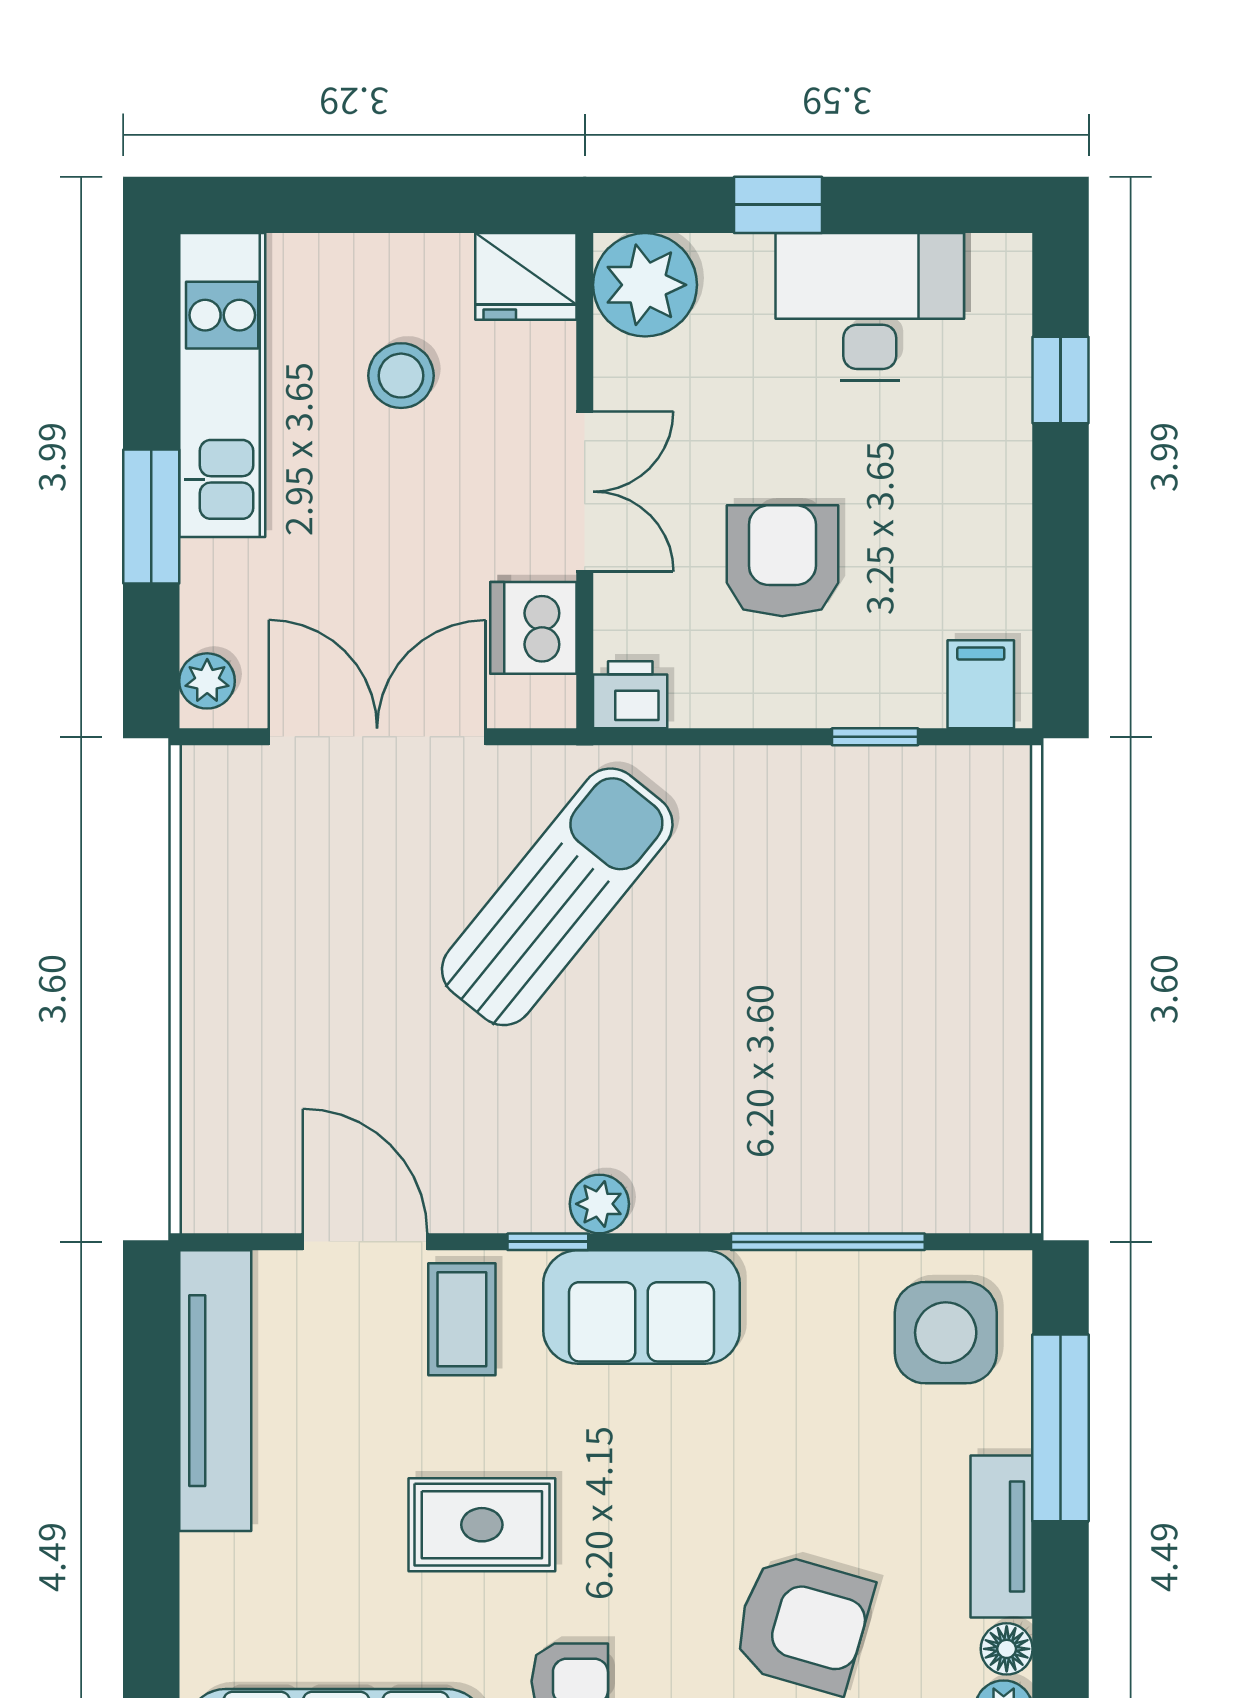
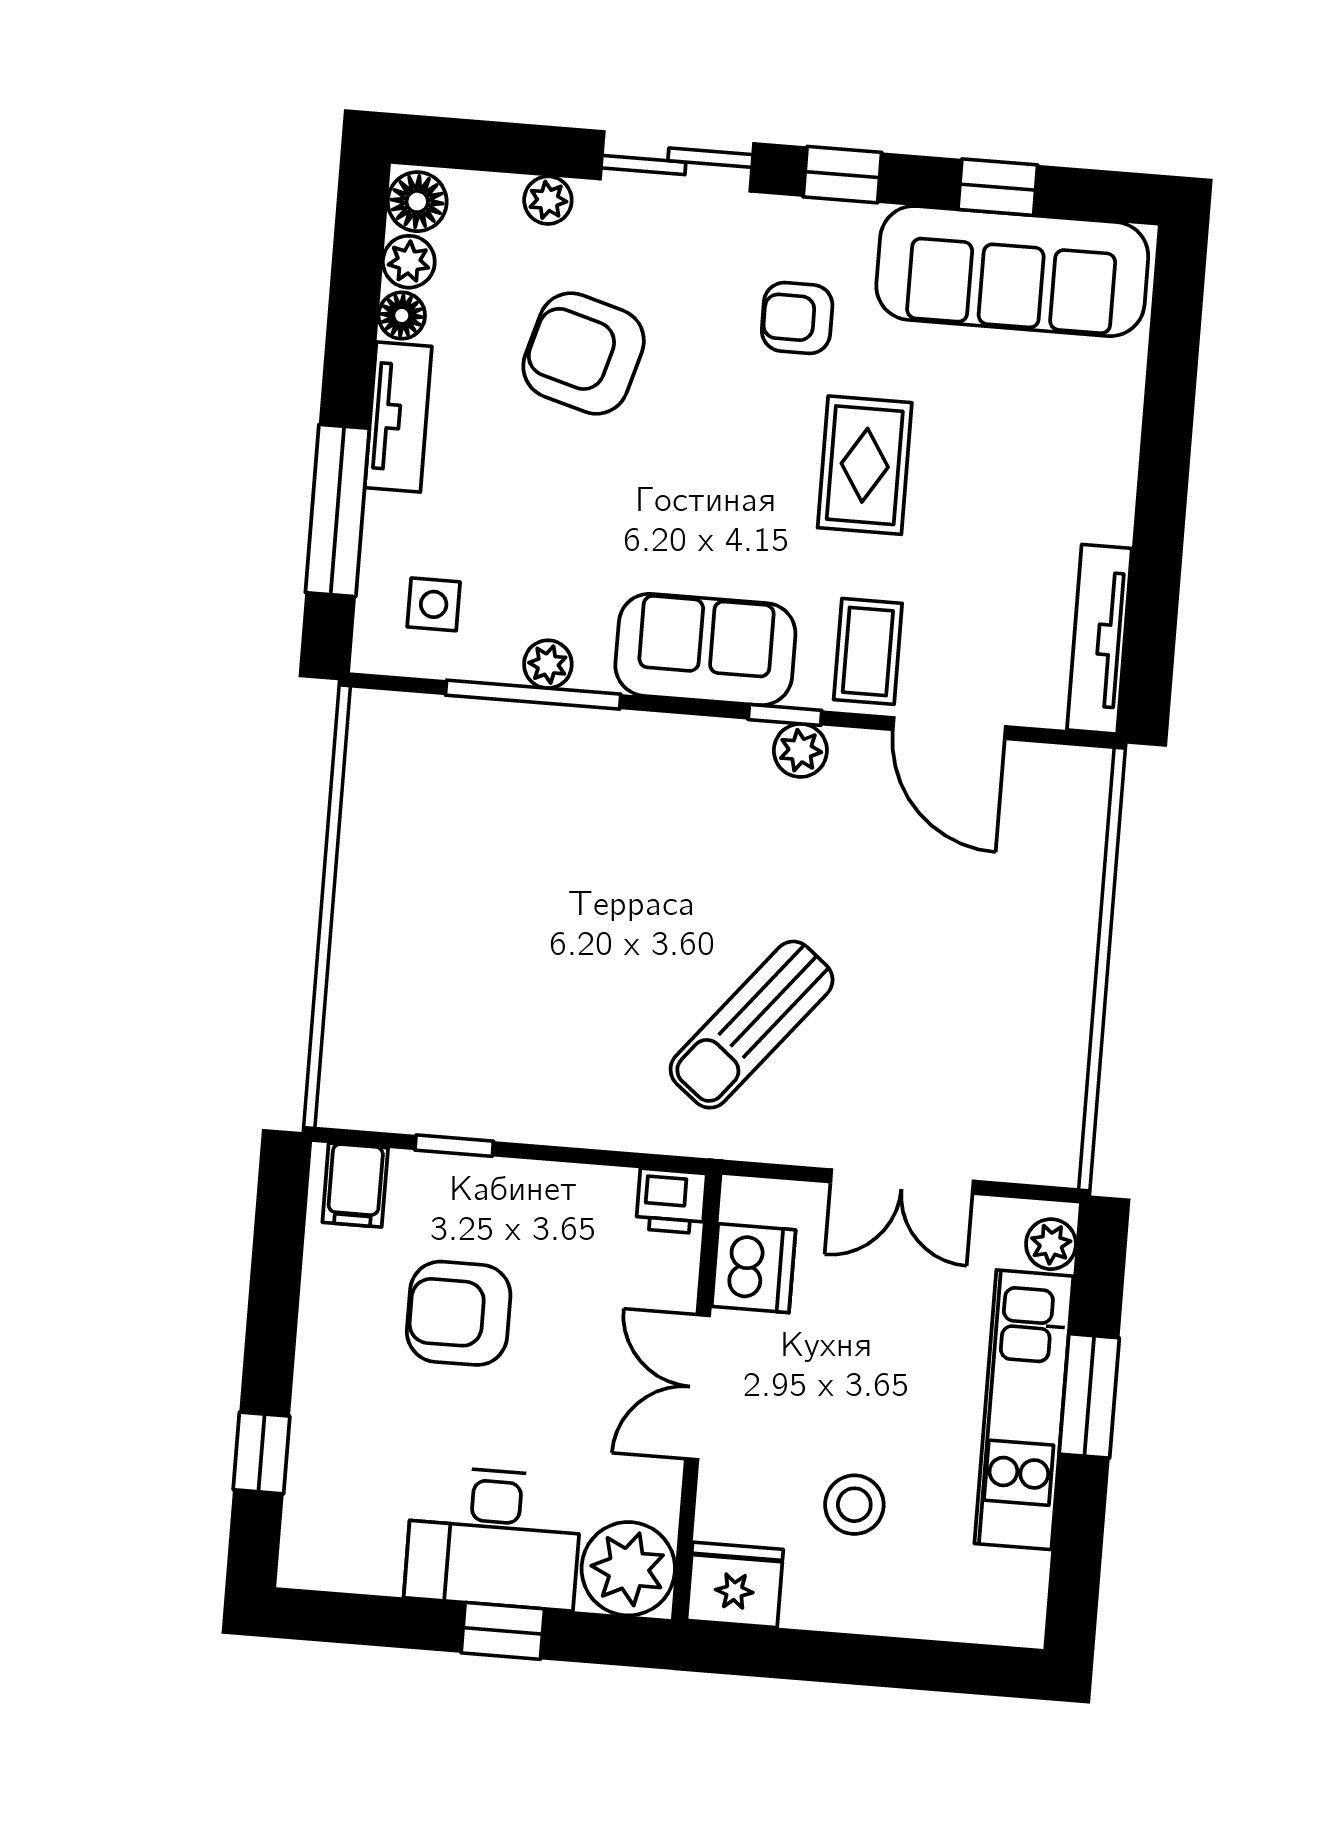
desk: (870, 307) -> (494, 1538), moved
kitchen unit: (222, 385) -> (1024, 1410), moved
armchair: (782, 561) -> (459, 1313), moved, turned 90
double door: (377, 737) -> (902, 1182), width x0.73
sun lounger: (557, 897) -> (752, 1025), width x0.73, depth x0.75
plant: (599, 1204) -> (800, 750), moved
plant: (814, 1277) -> (548, 664), added
side table: (946, 1333) -> (434, 604), width x0.54, depth x0.54
tv unit: (215, 1391) -> (1099, 639), width x0.73, depth x0.78
rug: (482, 1525) -> (865, 465), turned 90

